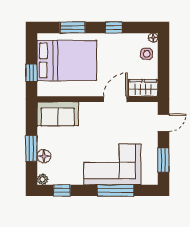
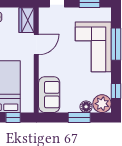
door: (115, 99) -> (36, 44), swing flipped
plant: (43, 179) -> (102, 104), width x1.88, depth x1.88

